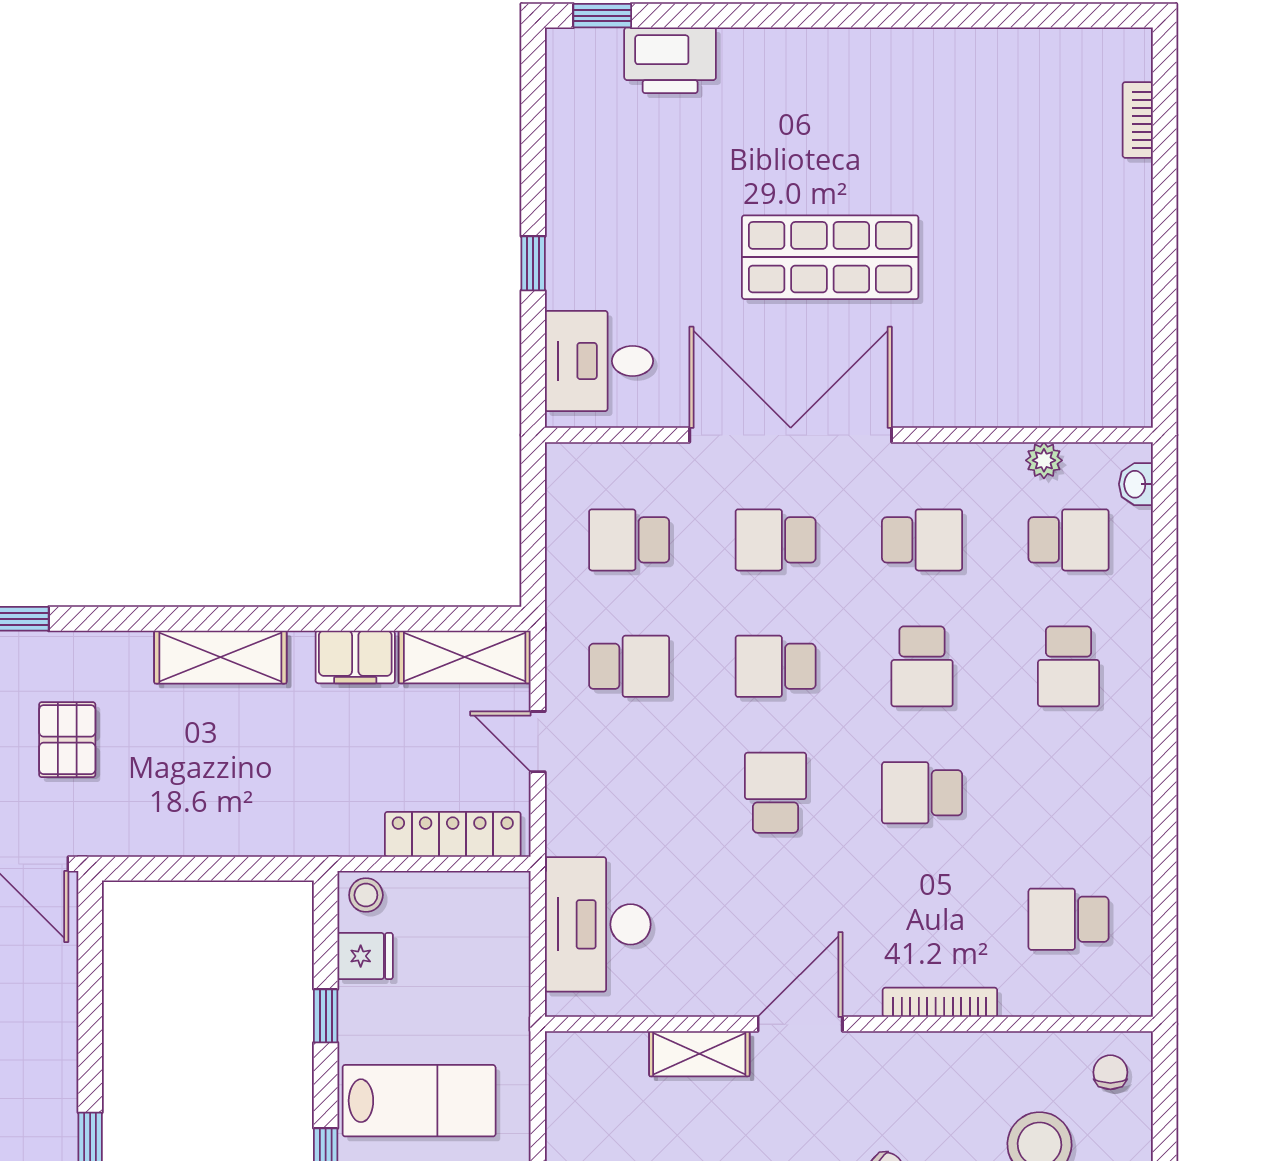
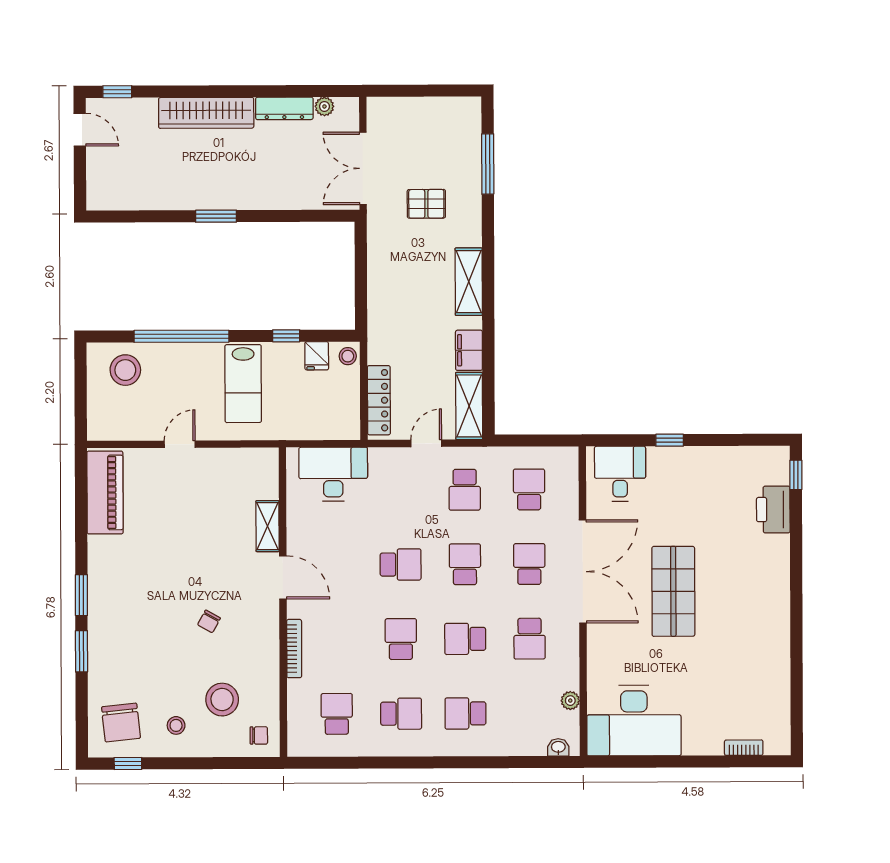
desk: (1084, 335) -> (634, 720), added
school desk: (1069, 540) -> (401, 714), moved, turned -90

